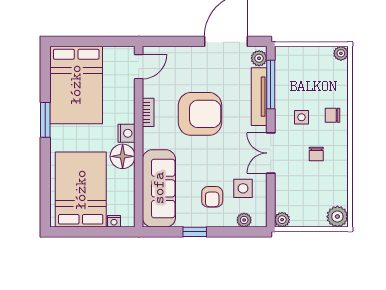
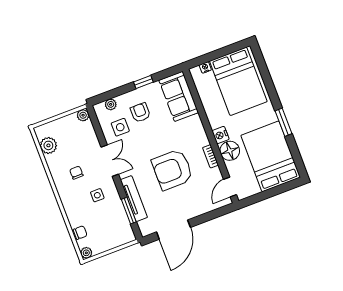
plant: (259, 58) -> (145, 227), removed
window: (271, 85) -> (129, 211), width x0.69
chair: (332, 115) -> (80, 233), moved
floor lamp: (123, 156) -> (230, 151), moved
sofa: (159, 188) -> (179, 96), width x0.73
plant: (337, 217) -> (48, 145), moved

